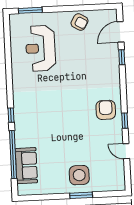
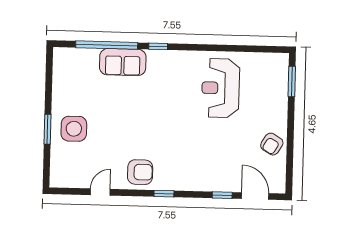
reception desk: (41, 48) -> (221, 88), moved, turned -90
armchair: (106, 110) -> (140, 172), moved
window: (125, 121) -> (164, 194), moved
sofa: (26, 166) -> (123, 62), moved

